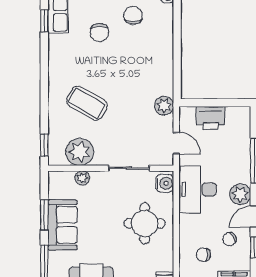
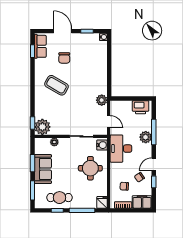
chair: (133, 15) -> (84, 48), removed
coffee table: (87, 103) -> (56, 85), moved
printer: (211, 118) -> (141, 107), moved
plant: (80, 152) -> (42, 127), moved
plant: (240, 194) -> (146, 137), moved

